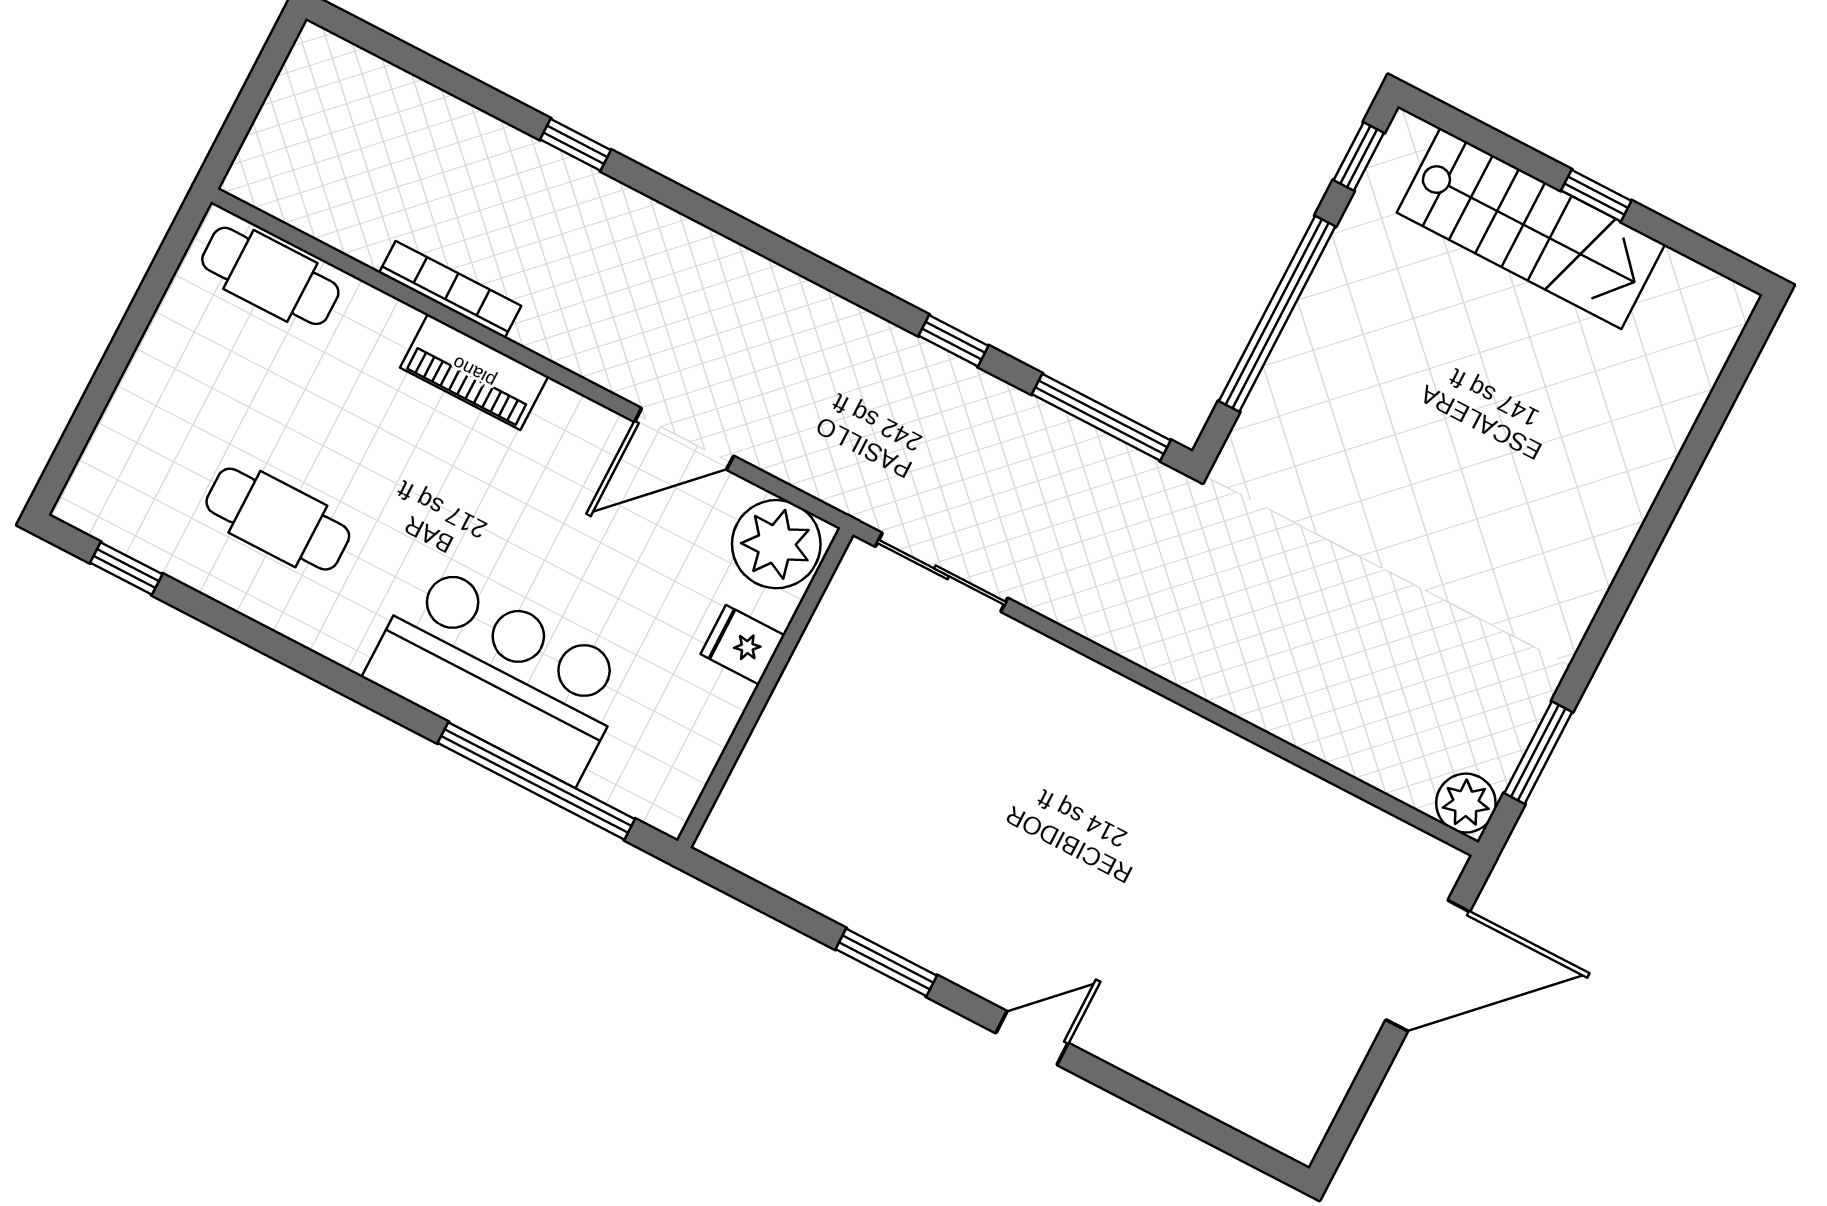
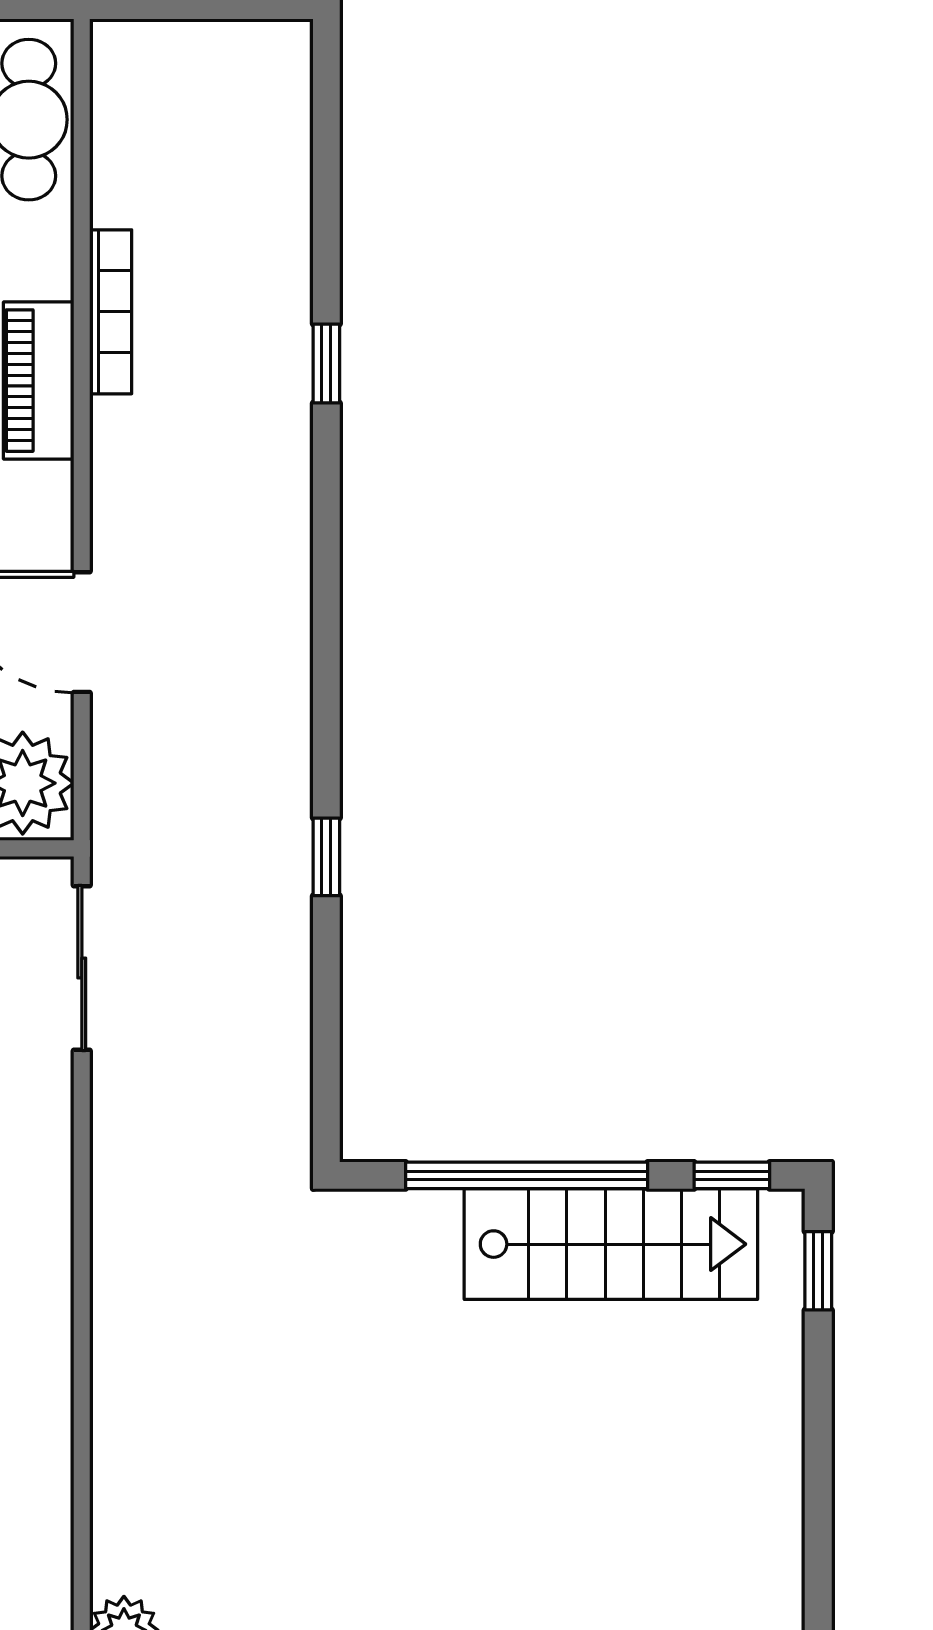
window: (1596, 196) -> (818, 1271), moved
stairs: (1531, 228) -> (611, 1244), moved, turned -90
window: (1101, 417) -> (326, 1050), removed

